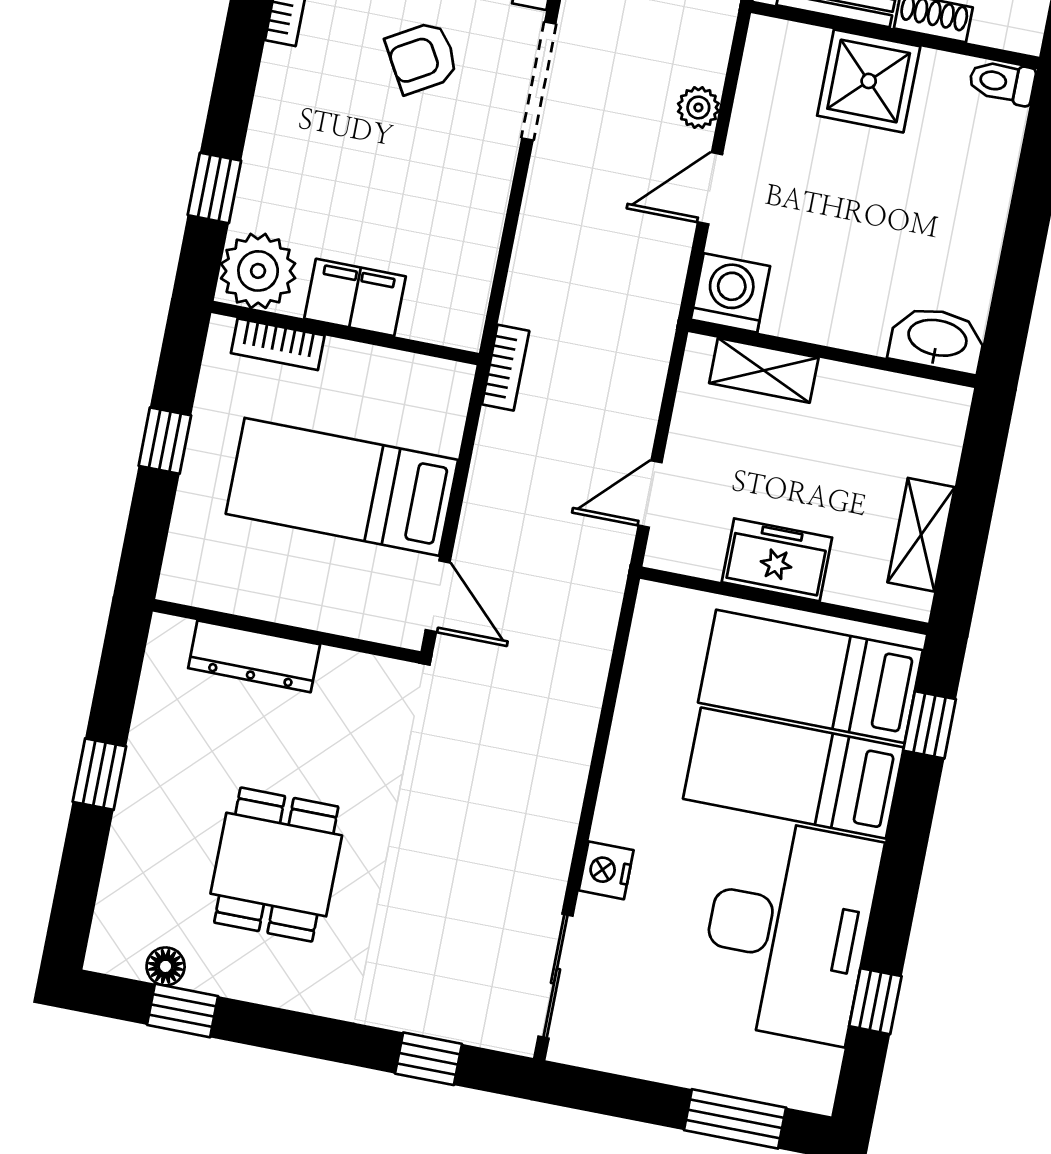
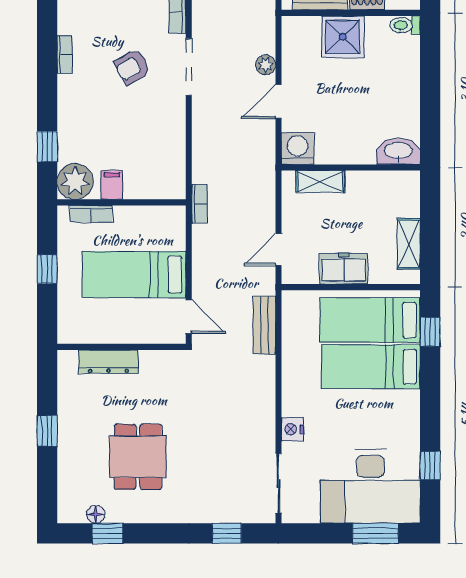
filing cabinet: (355, 297) -> (112, 185), width x0.50
bench: (590, 644) -> (264, 325), added
desk: (788, 930) -> (370, 486), moved, turned 90

